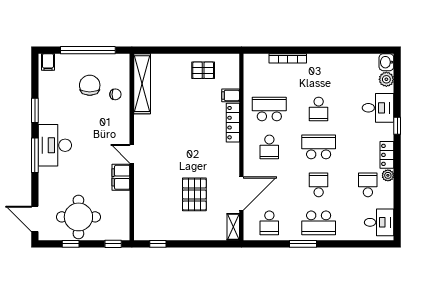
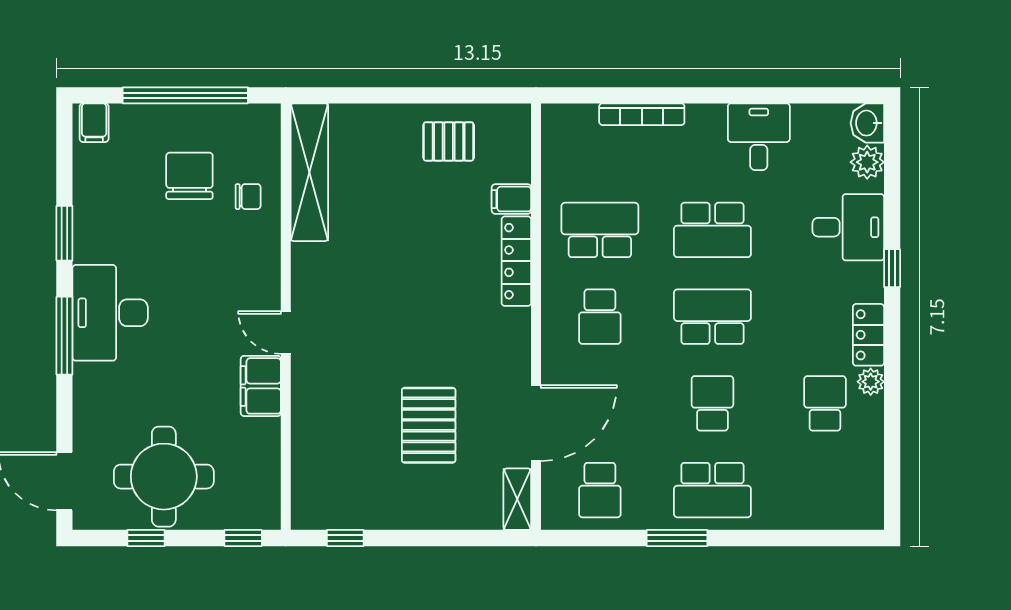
school desk: (319, 109) -> (712, 230), width x1.85
desk: (379, 222) -> (759, 137), moved, turned -90

